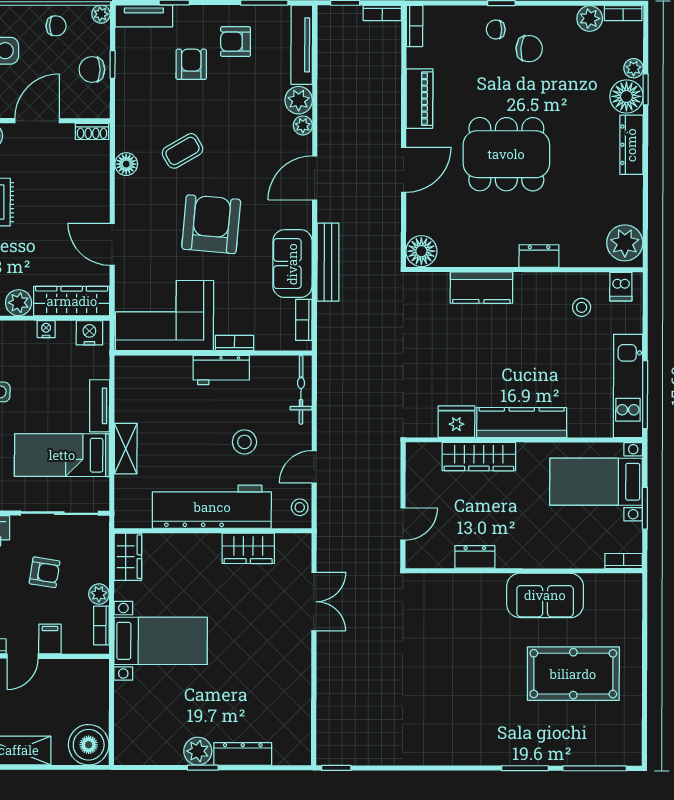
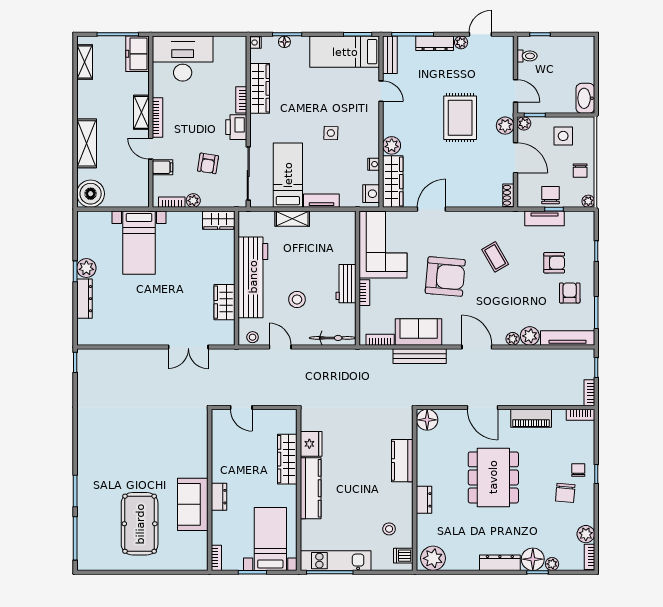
tv unit: (144, 16) -> (545, 218), moved, turned -90
floor lamp: (126, 164) -> (486, 219), removed
dresser: (475, 557) -> (219, 497), moved
bed with nightstands: (161, 641) -> (139, 243), moved

